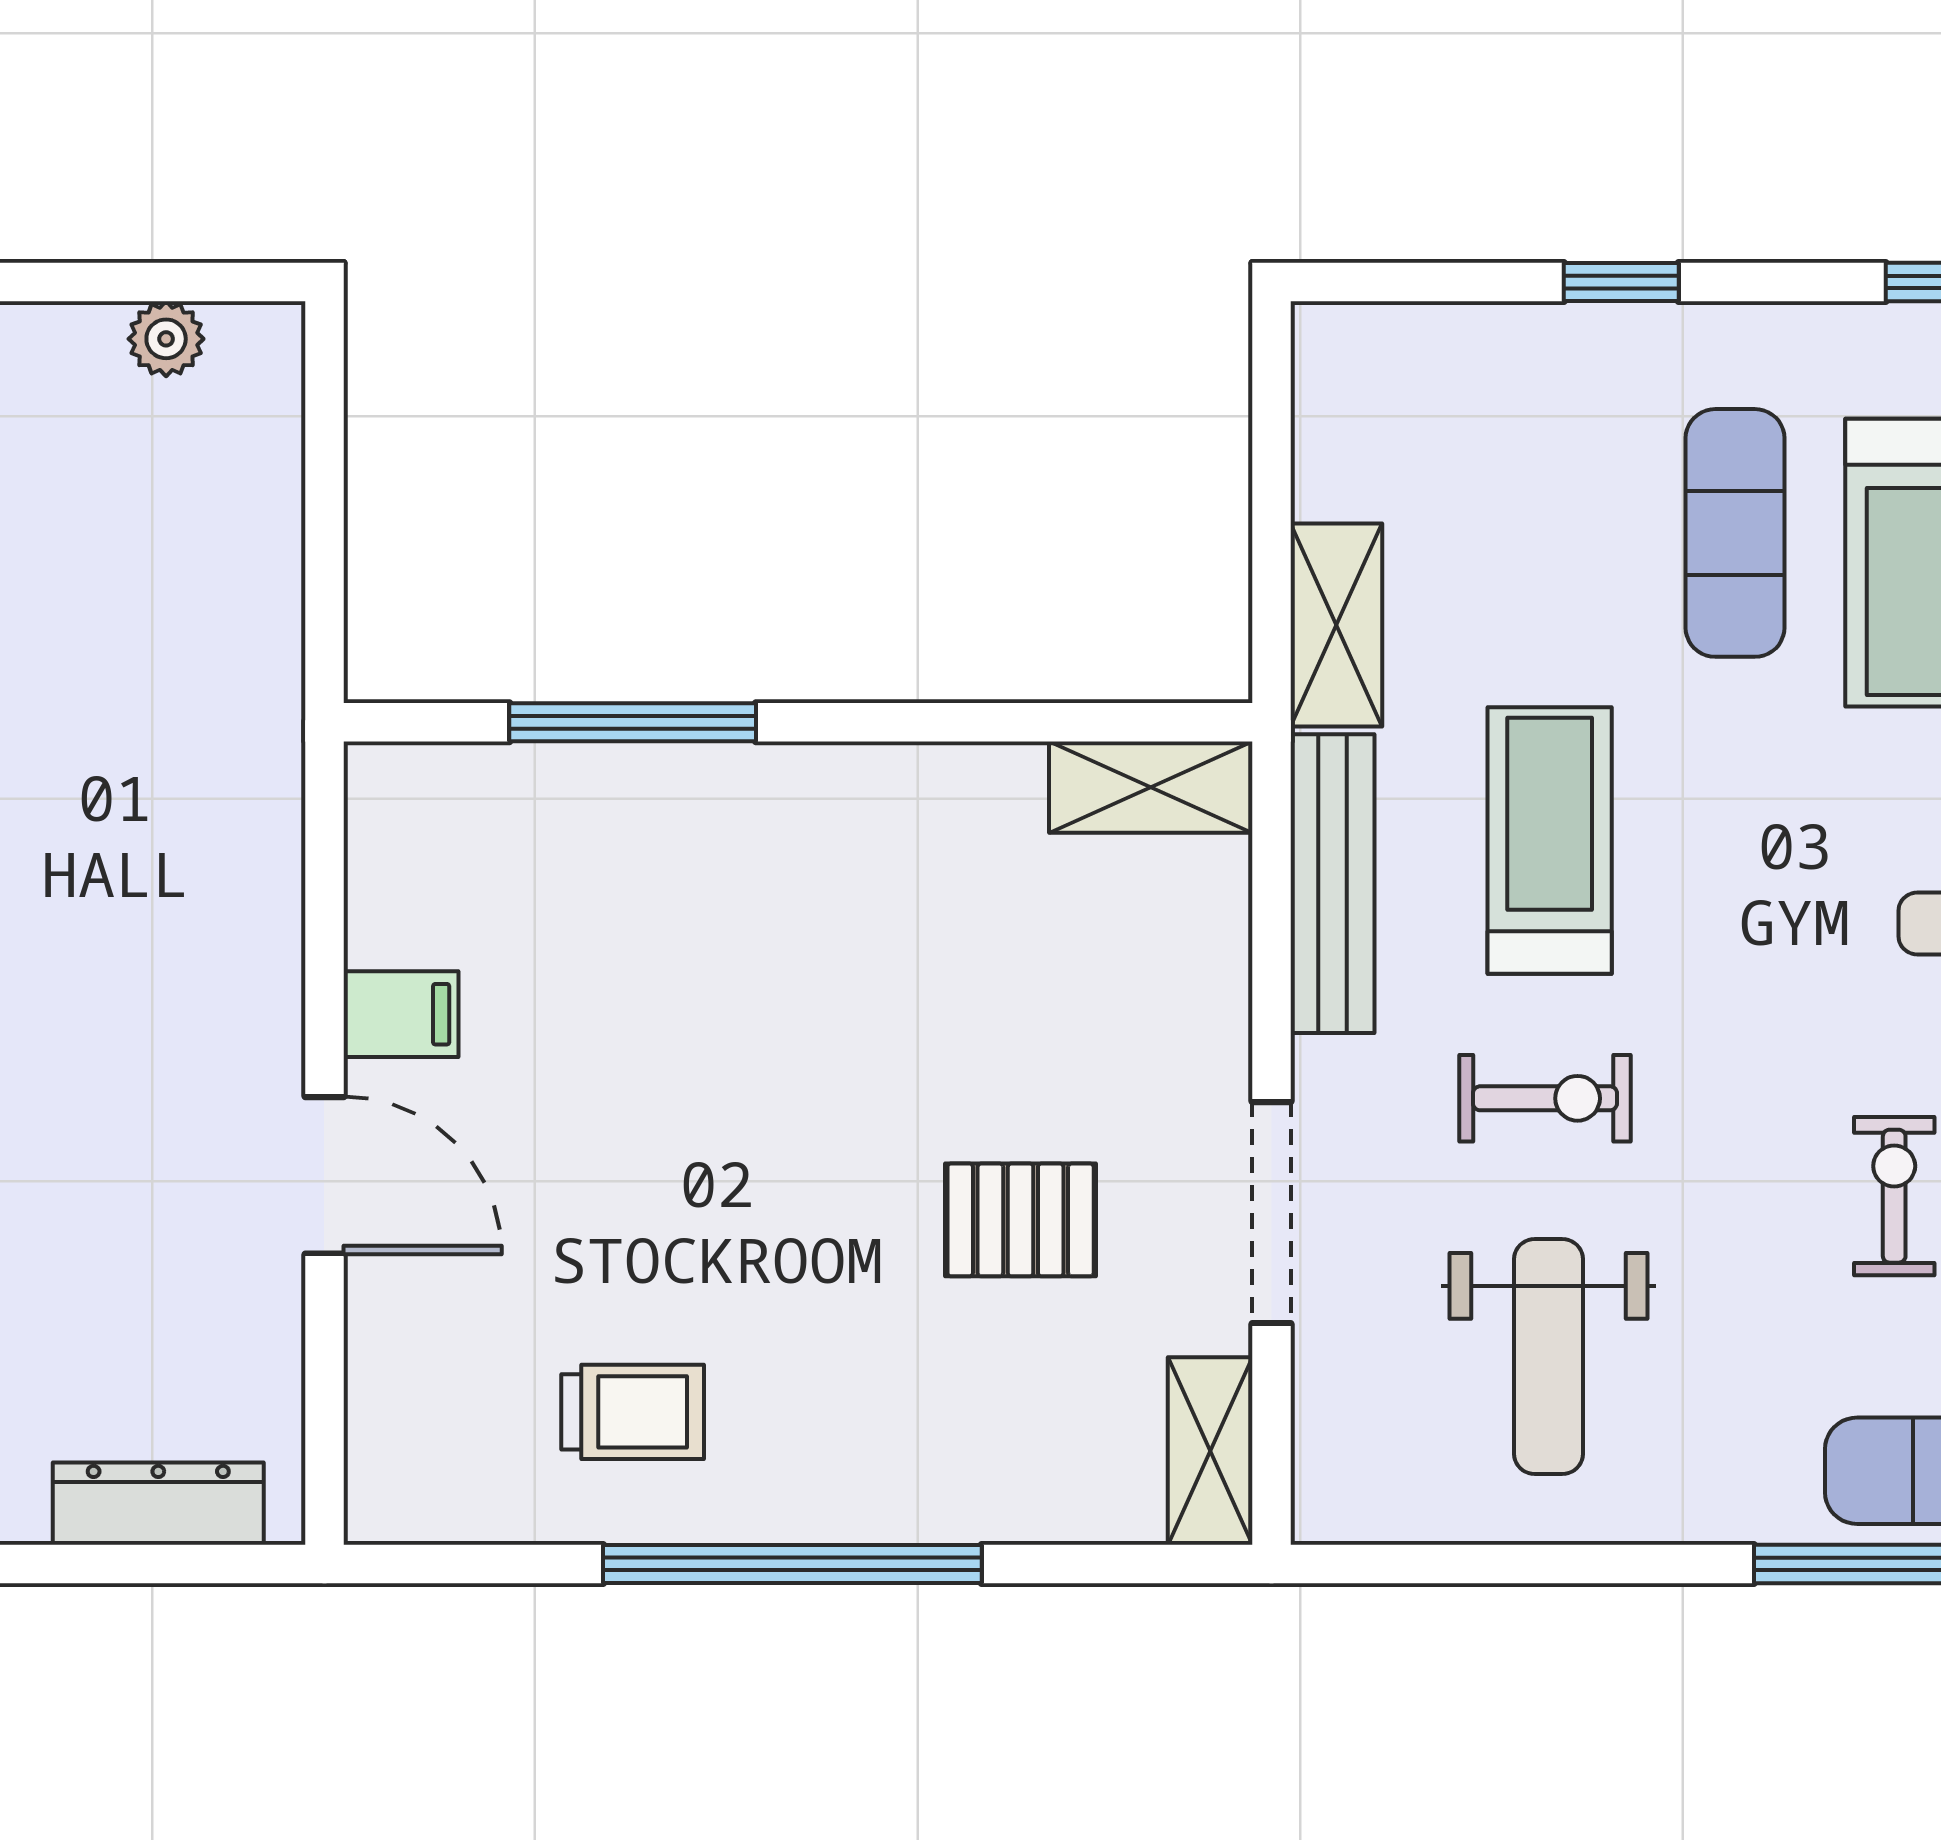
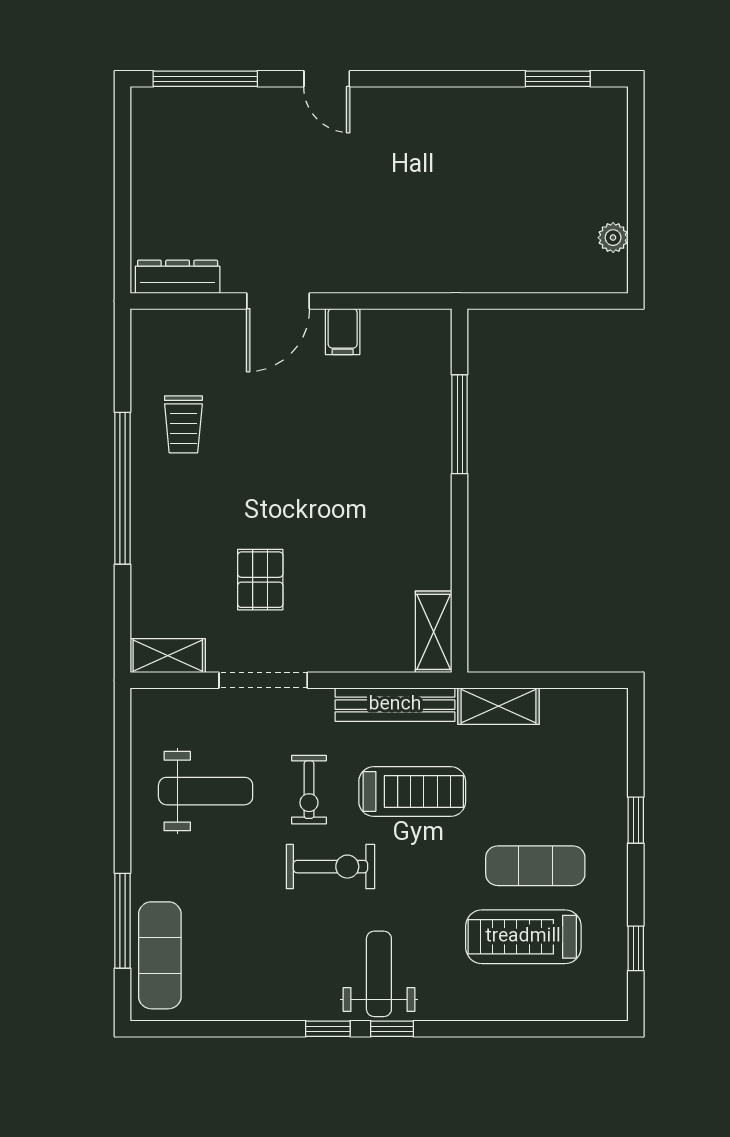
exercise bike: (1894, 1196) -> (330, 867), moved, width x1.38, depth x1.39
weight bench: (1548, 1357) -> (206, 791), turned 180
dresser: (158, 1504) -> (178, 277), moved, turned -90

